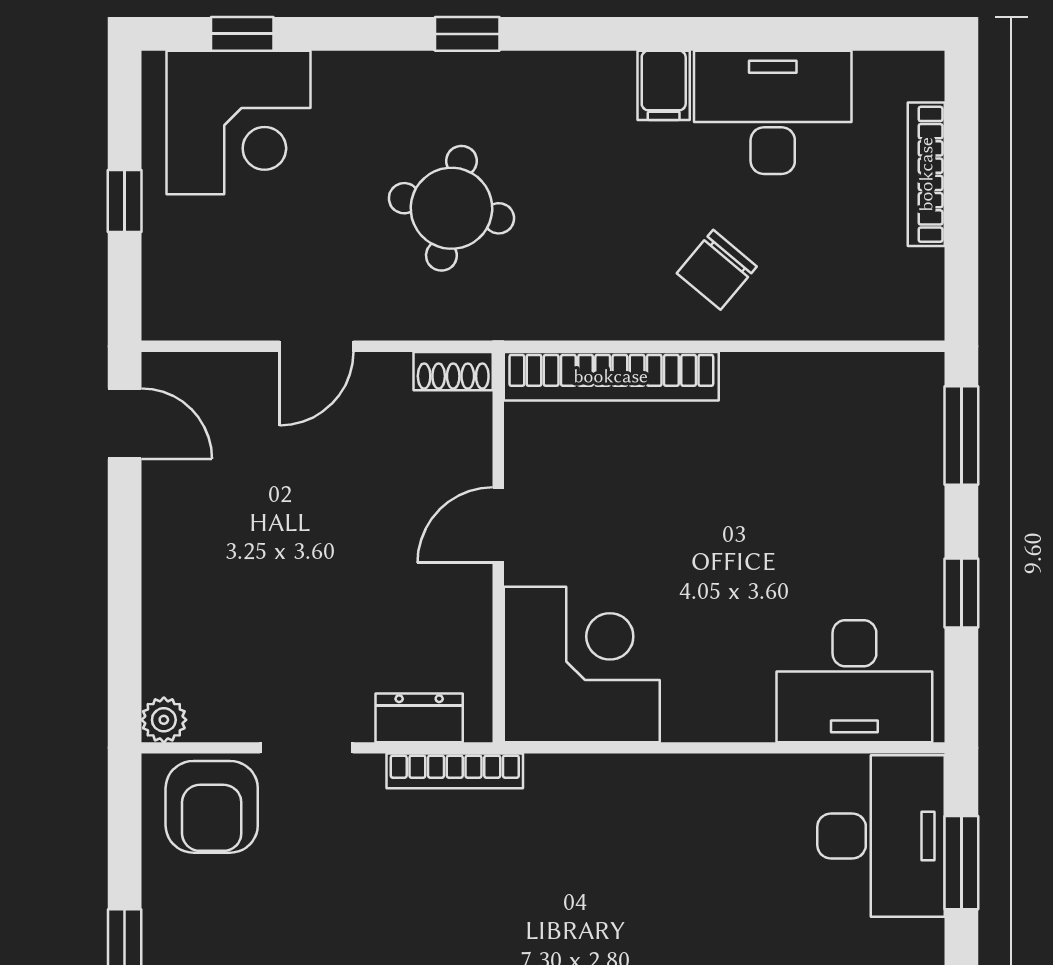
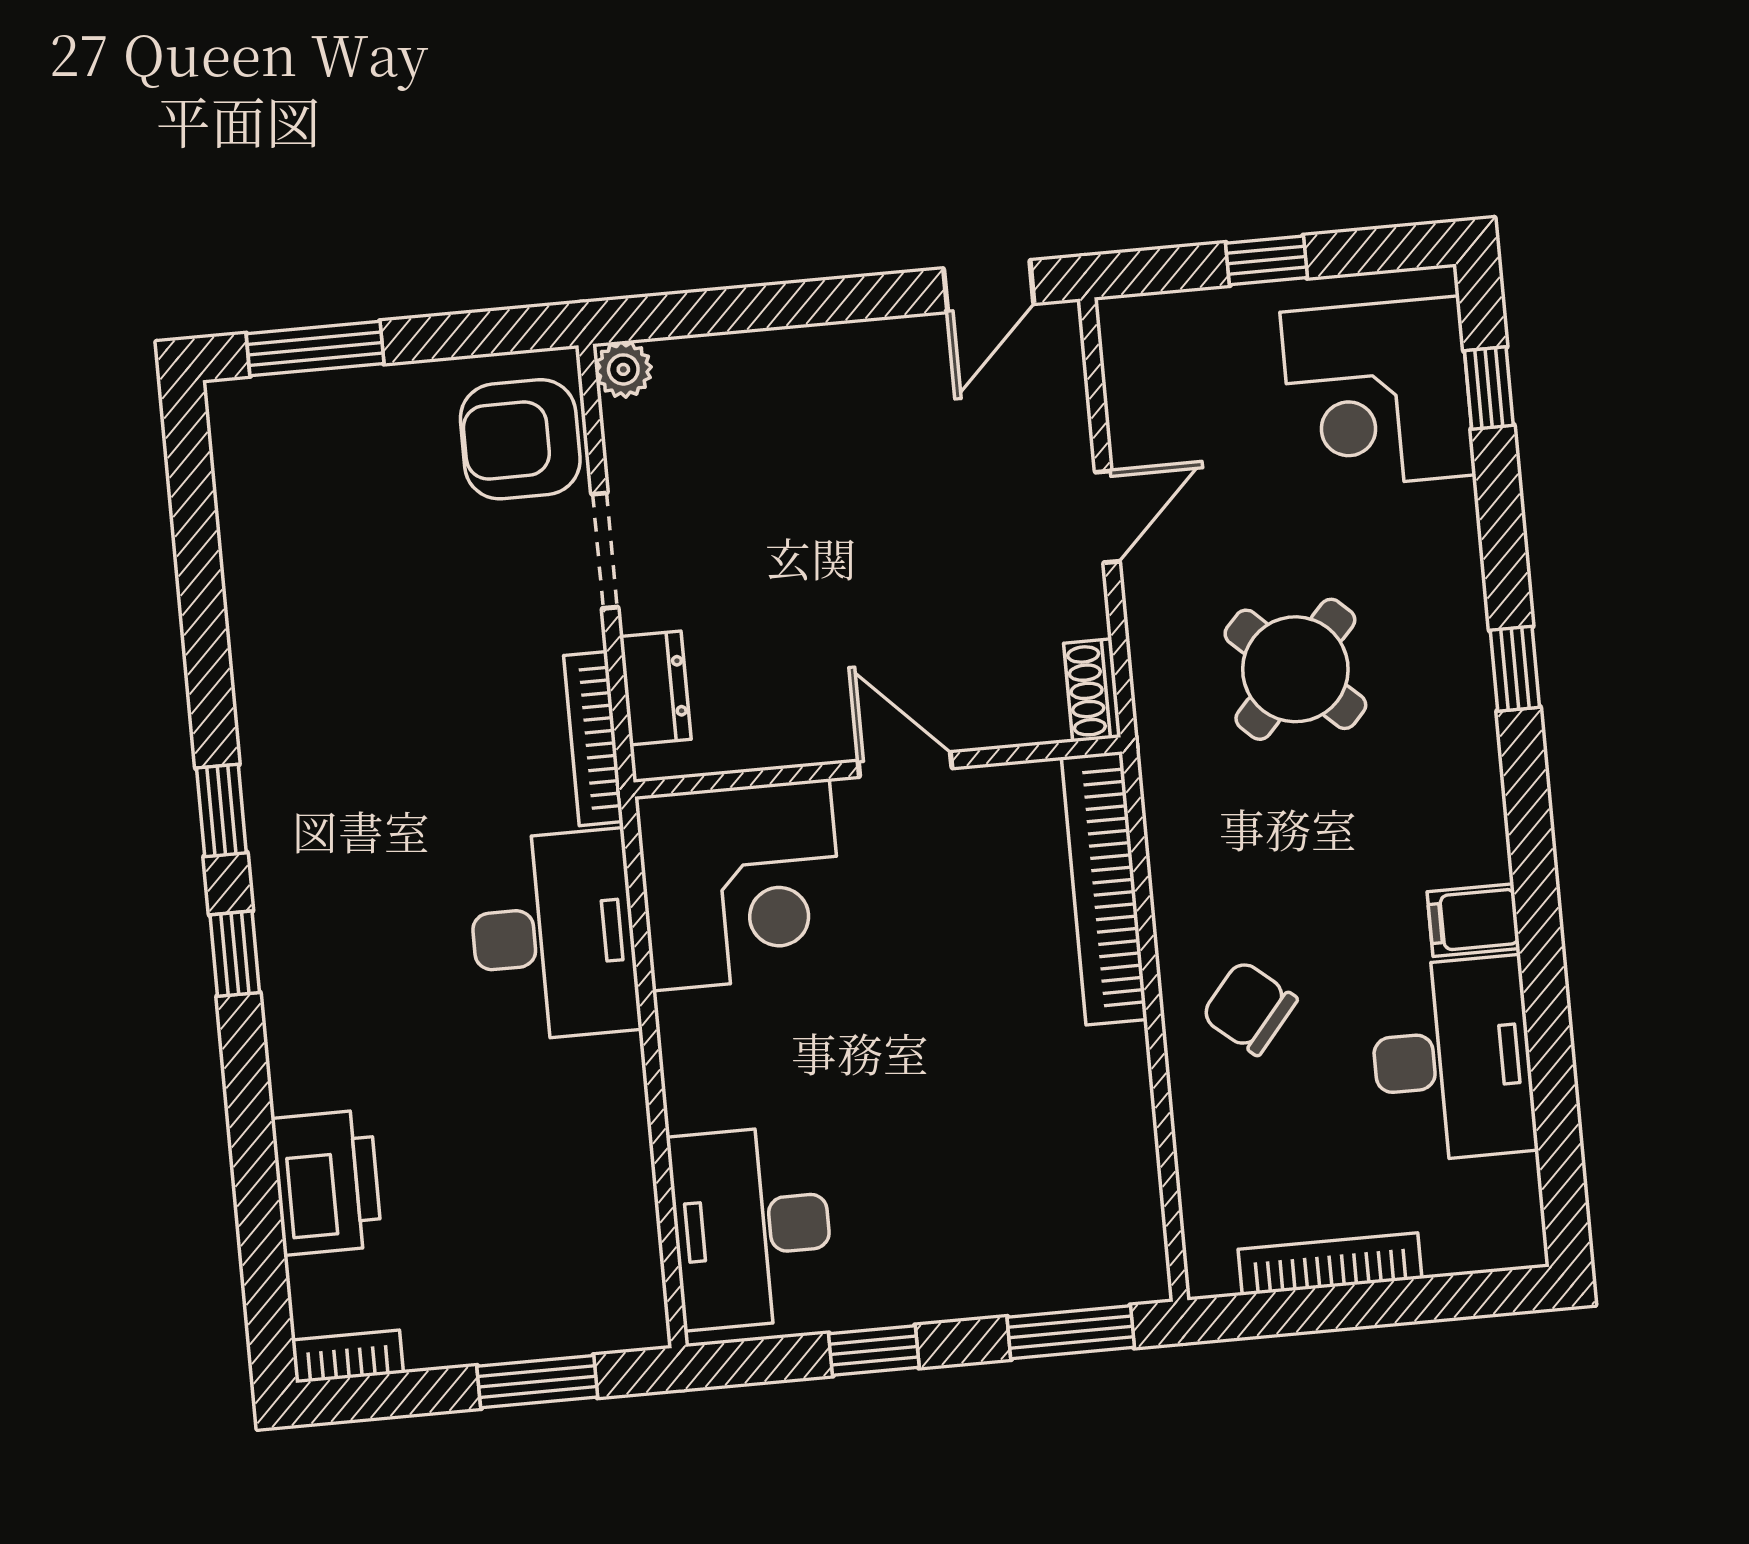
bookcase: (926, 174) -> (1330, 1264), moved
round table: (451, 208) -> (1295, 669), turned 31
door: (316, 346) -> (1107, 517), swing flipped
desk: (881, 836) -> (553, 936), moved, turned -90

